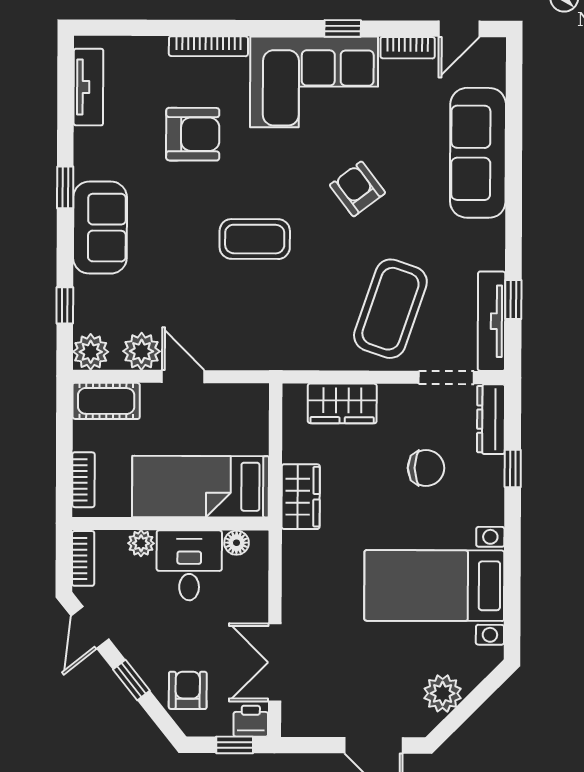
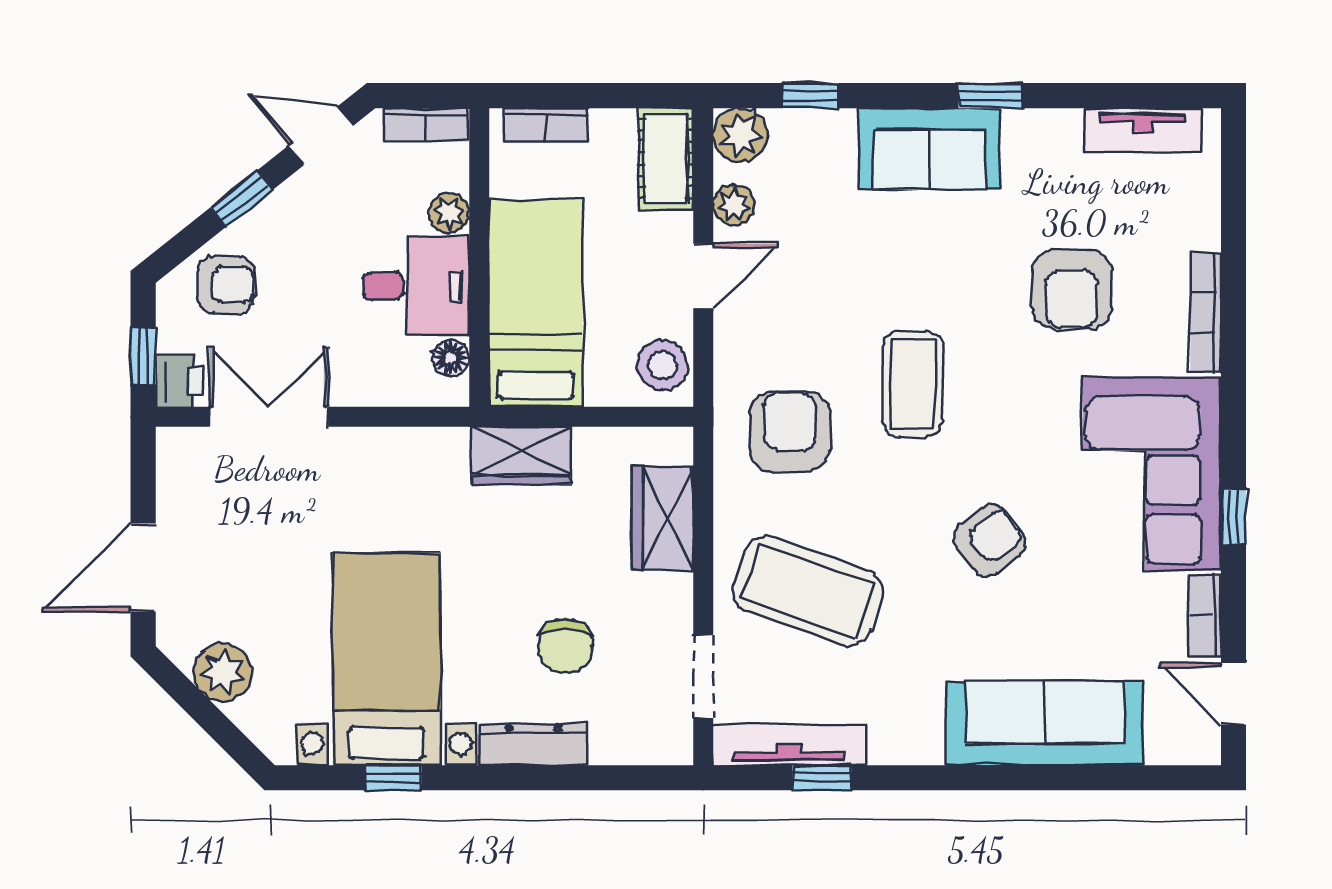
armchair: (286, 320) -> (790, 431), added
plant: (142, 351) -> (734, 205), width x0.73, depth x0.73
stool: (242, 404) -> (662, 365), added
dresser: (491, 419) -> (534, 744), moved
window: (513, 468) -> (393, 778), moved

